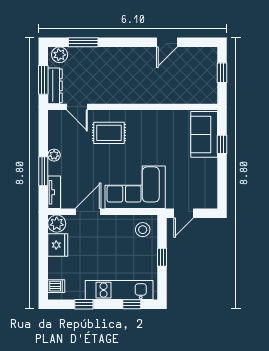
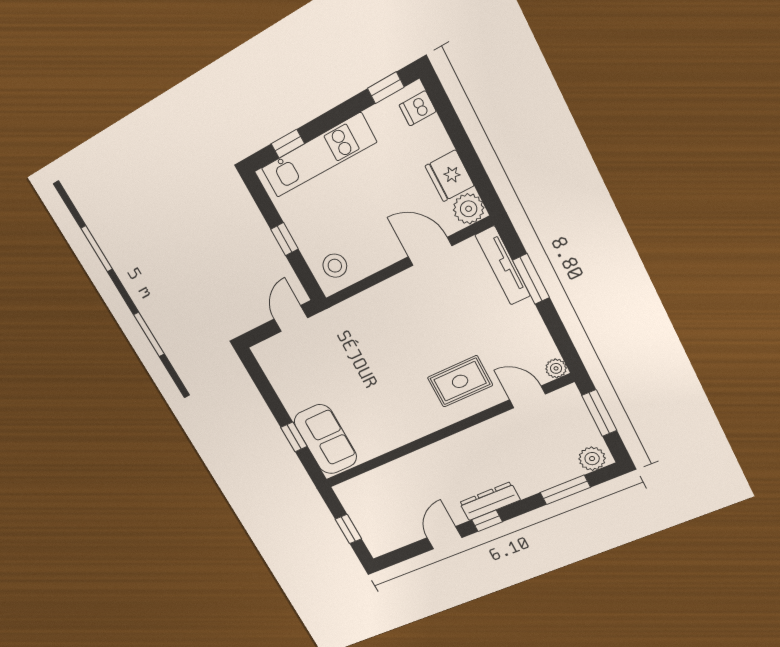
window: (137, 42) -> (487, 521), added
dresser: (55, 86) -> (490, 501), moved, turned 90
plant: (54, 155) -> (556, 368), moved
corner sofa: (135, 187) -> (380, 322), removed
tv unit: (54, 192) -> (503, 265), width x1.41
door: (88, 212) -> (430, 251), swing flipped
window: (84, 304) -> (386, 88), moved

